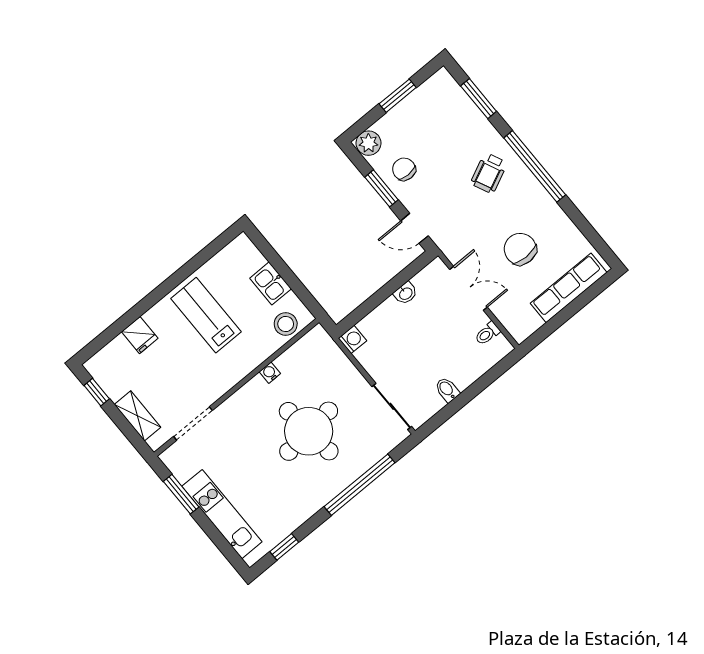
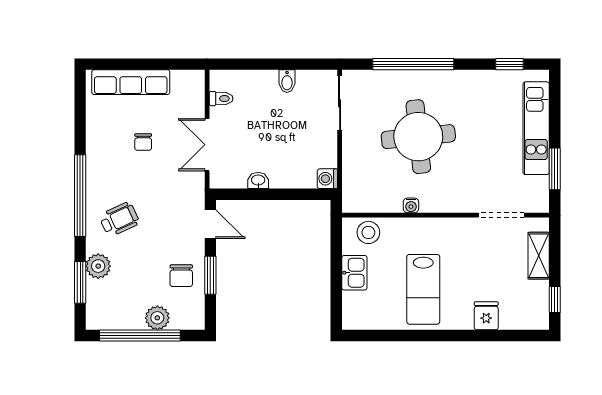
window: (398, 96) -> (140, 335), width x2.11
plant: (475, 123) -> (98, 266), added
plant: (369, 143) -> (157, 318), moved
chair: (520, 249) -> (143, 142), width x0.54, depth x0.54

